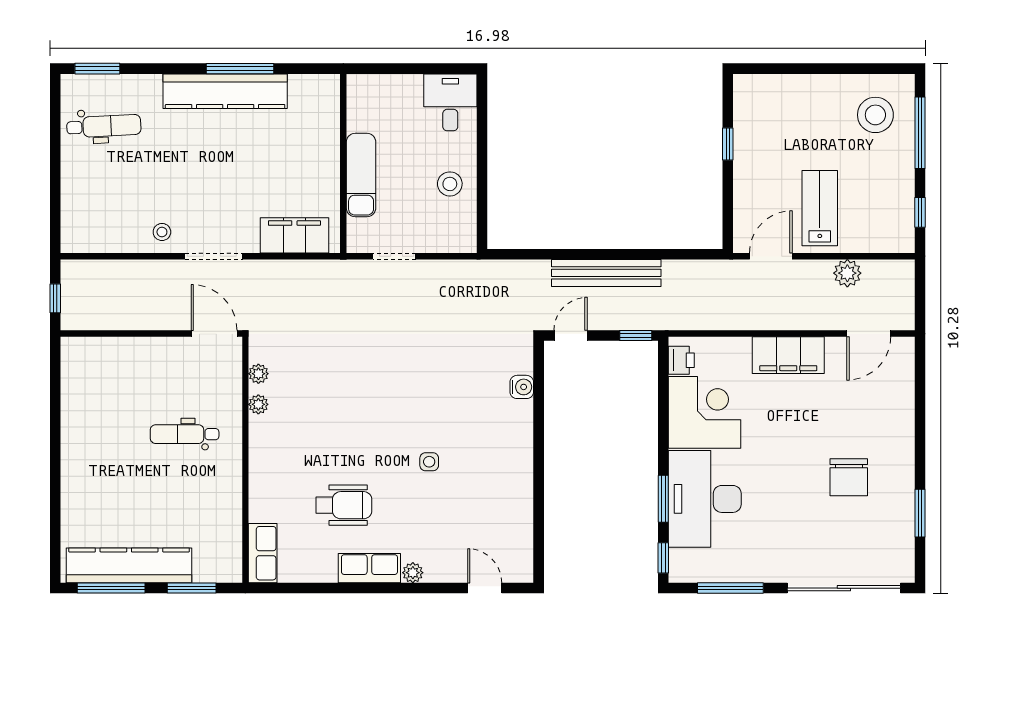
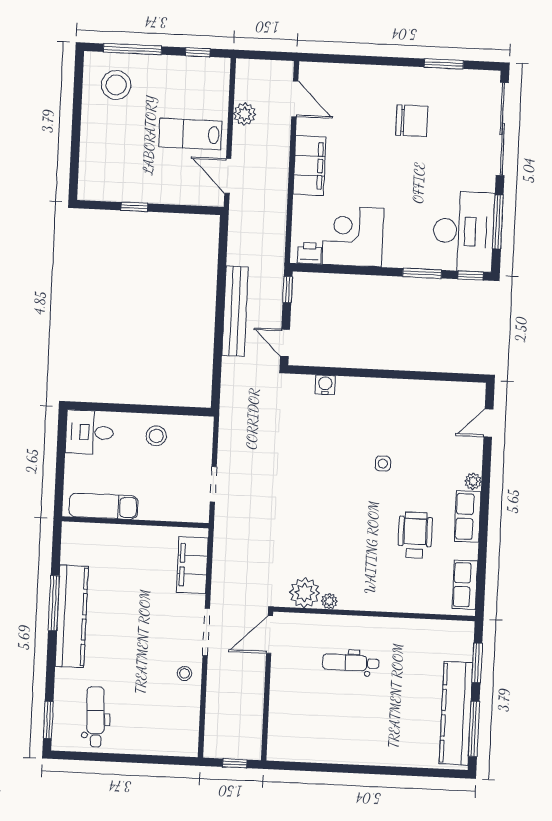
exam couch: (361, 175) -> (103, 506), moved
plant: (258, 374) -> (305, 593), width x1.88, depth x1.88
dental chair: (185, 434) -> (351, 663), turned 90
desk: (705, 499) -> (463, 231), moved, turned -90
row of seats: (263, 553) -> (465, 585), moved, turned -90

